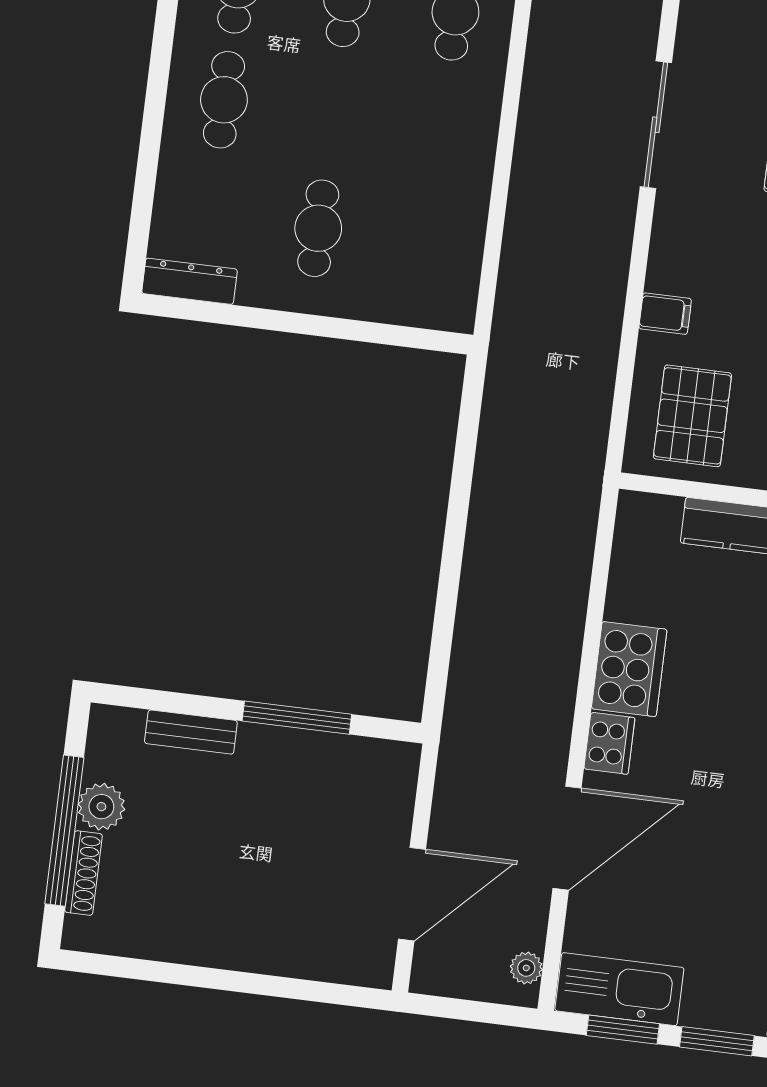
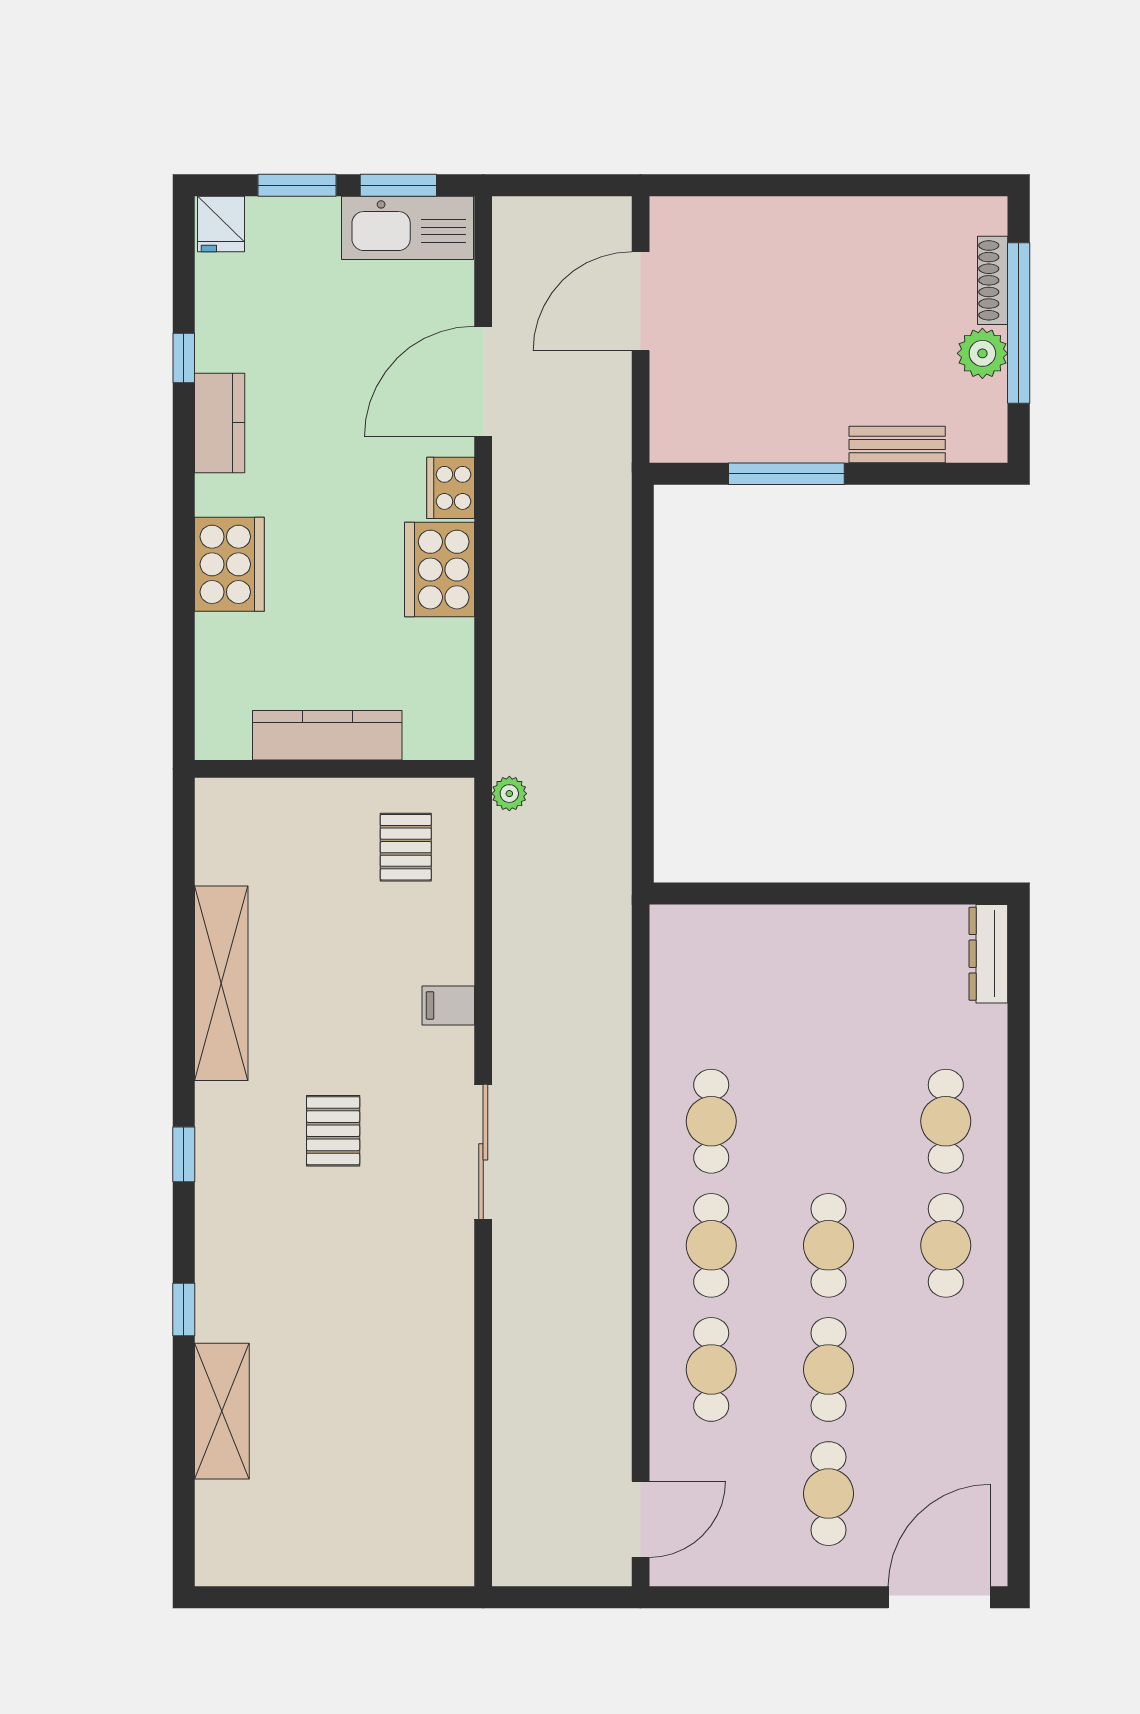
cafe table: (318, 228) -> (711, 1121), moved
dresser: (189, 281) -> (988, 954), moved, turned 90
filing cabinet: (665, 314) -> (448, 1005), moved
pallet: (692, 416) -> (406, 847), width x0.67, depth x0.71
plant: (526, 968) -> (509, 794), moved

